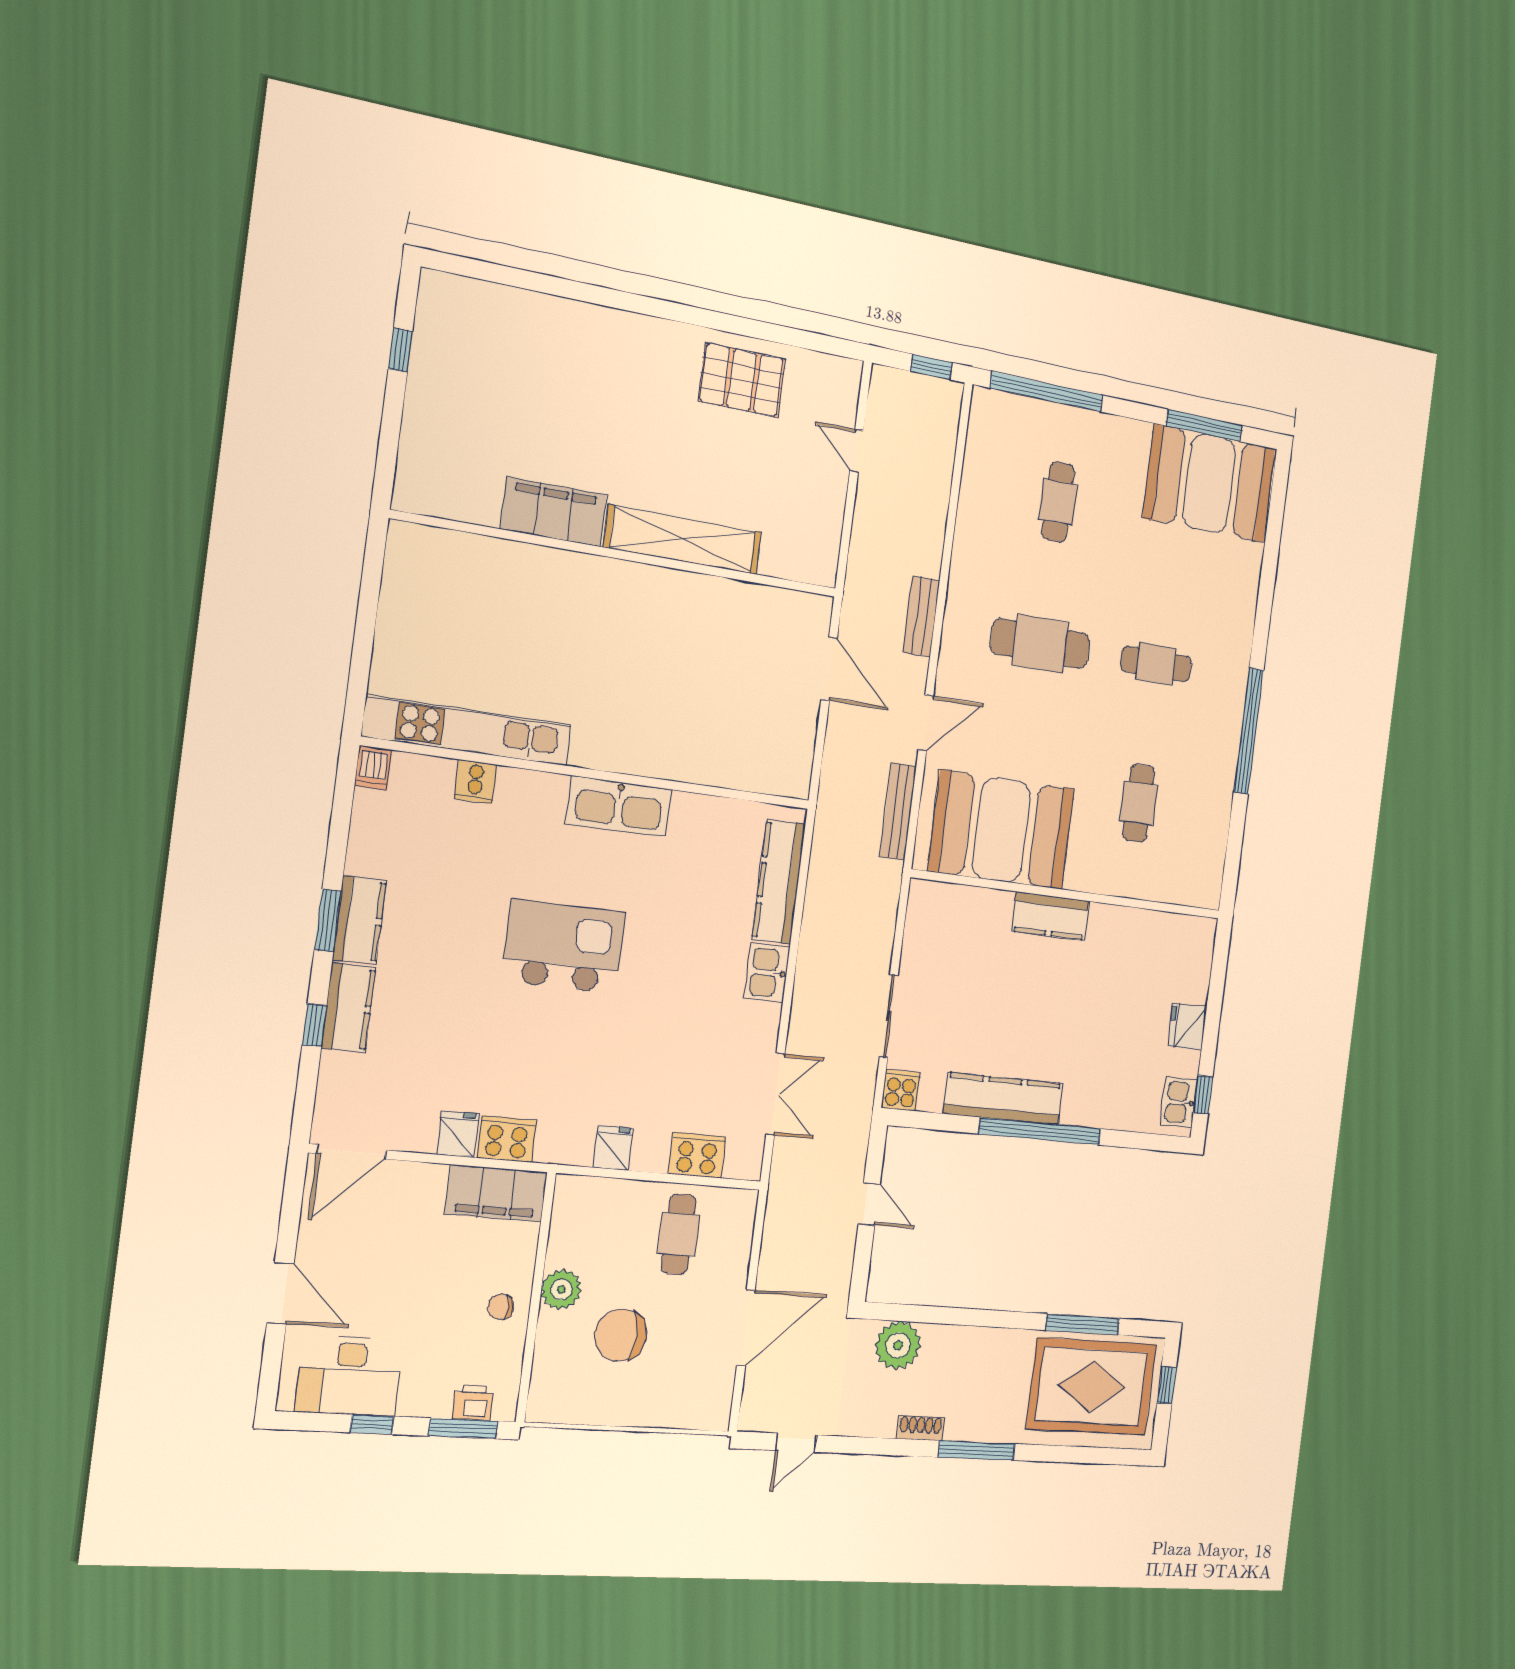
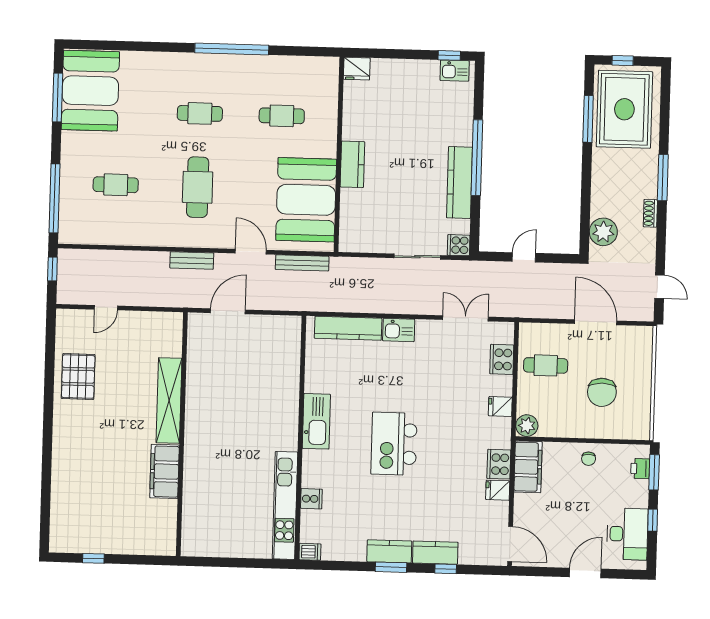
cafe table: (1156, 664) -> (200, 113), turned 90
fridge: (1187, 1026) -> (357, 69), moved
plant: (561, 1289) -> (527, 426), moved

